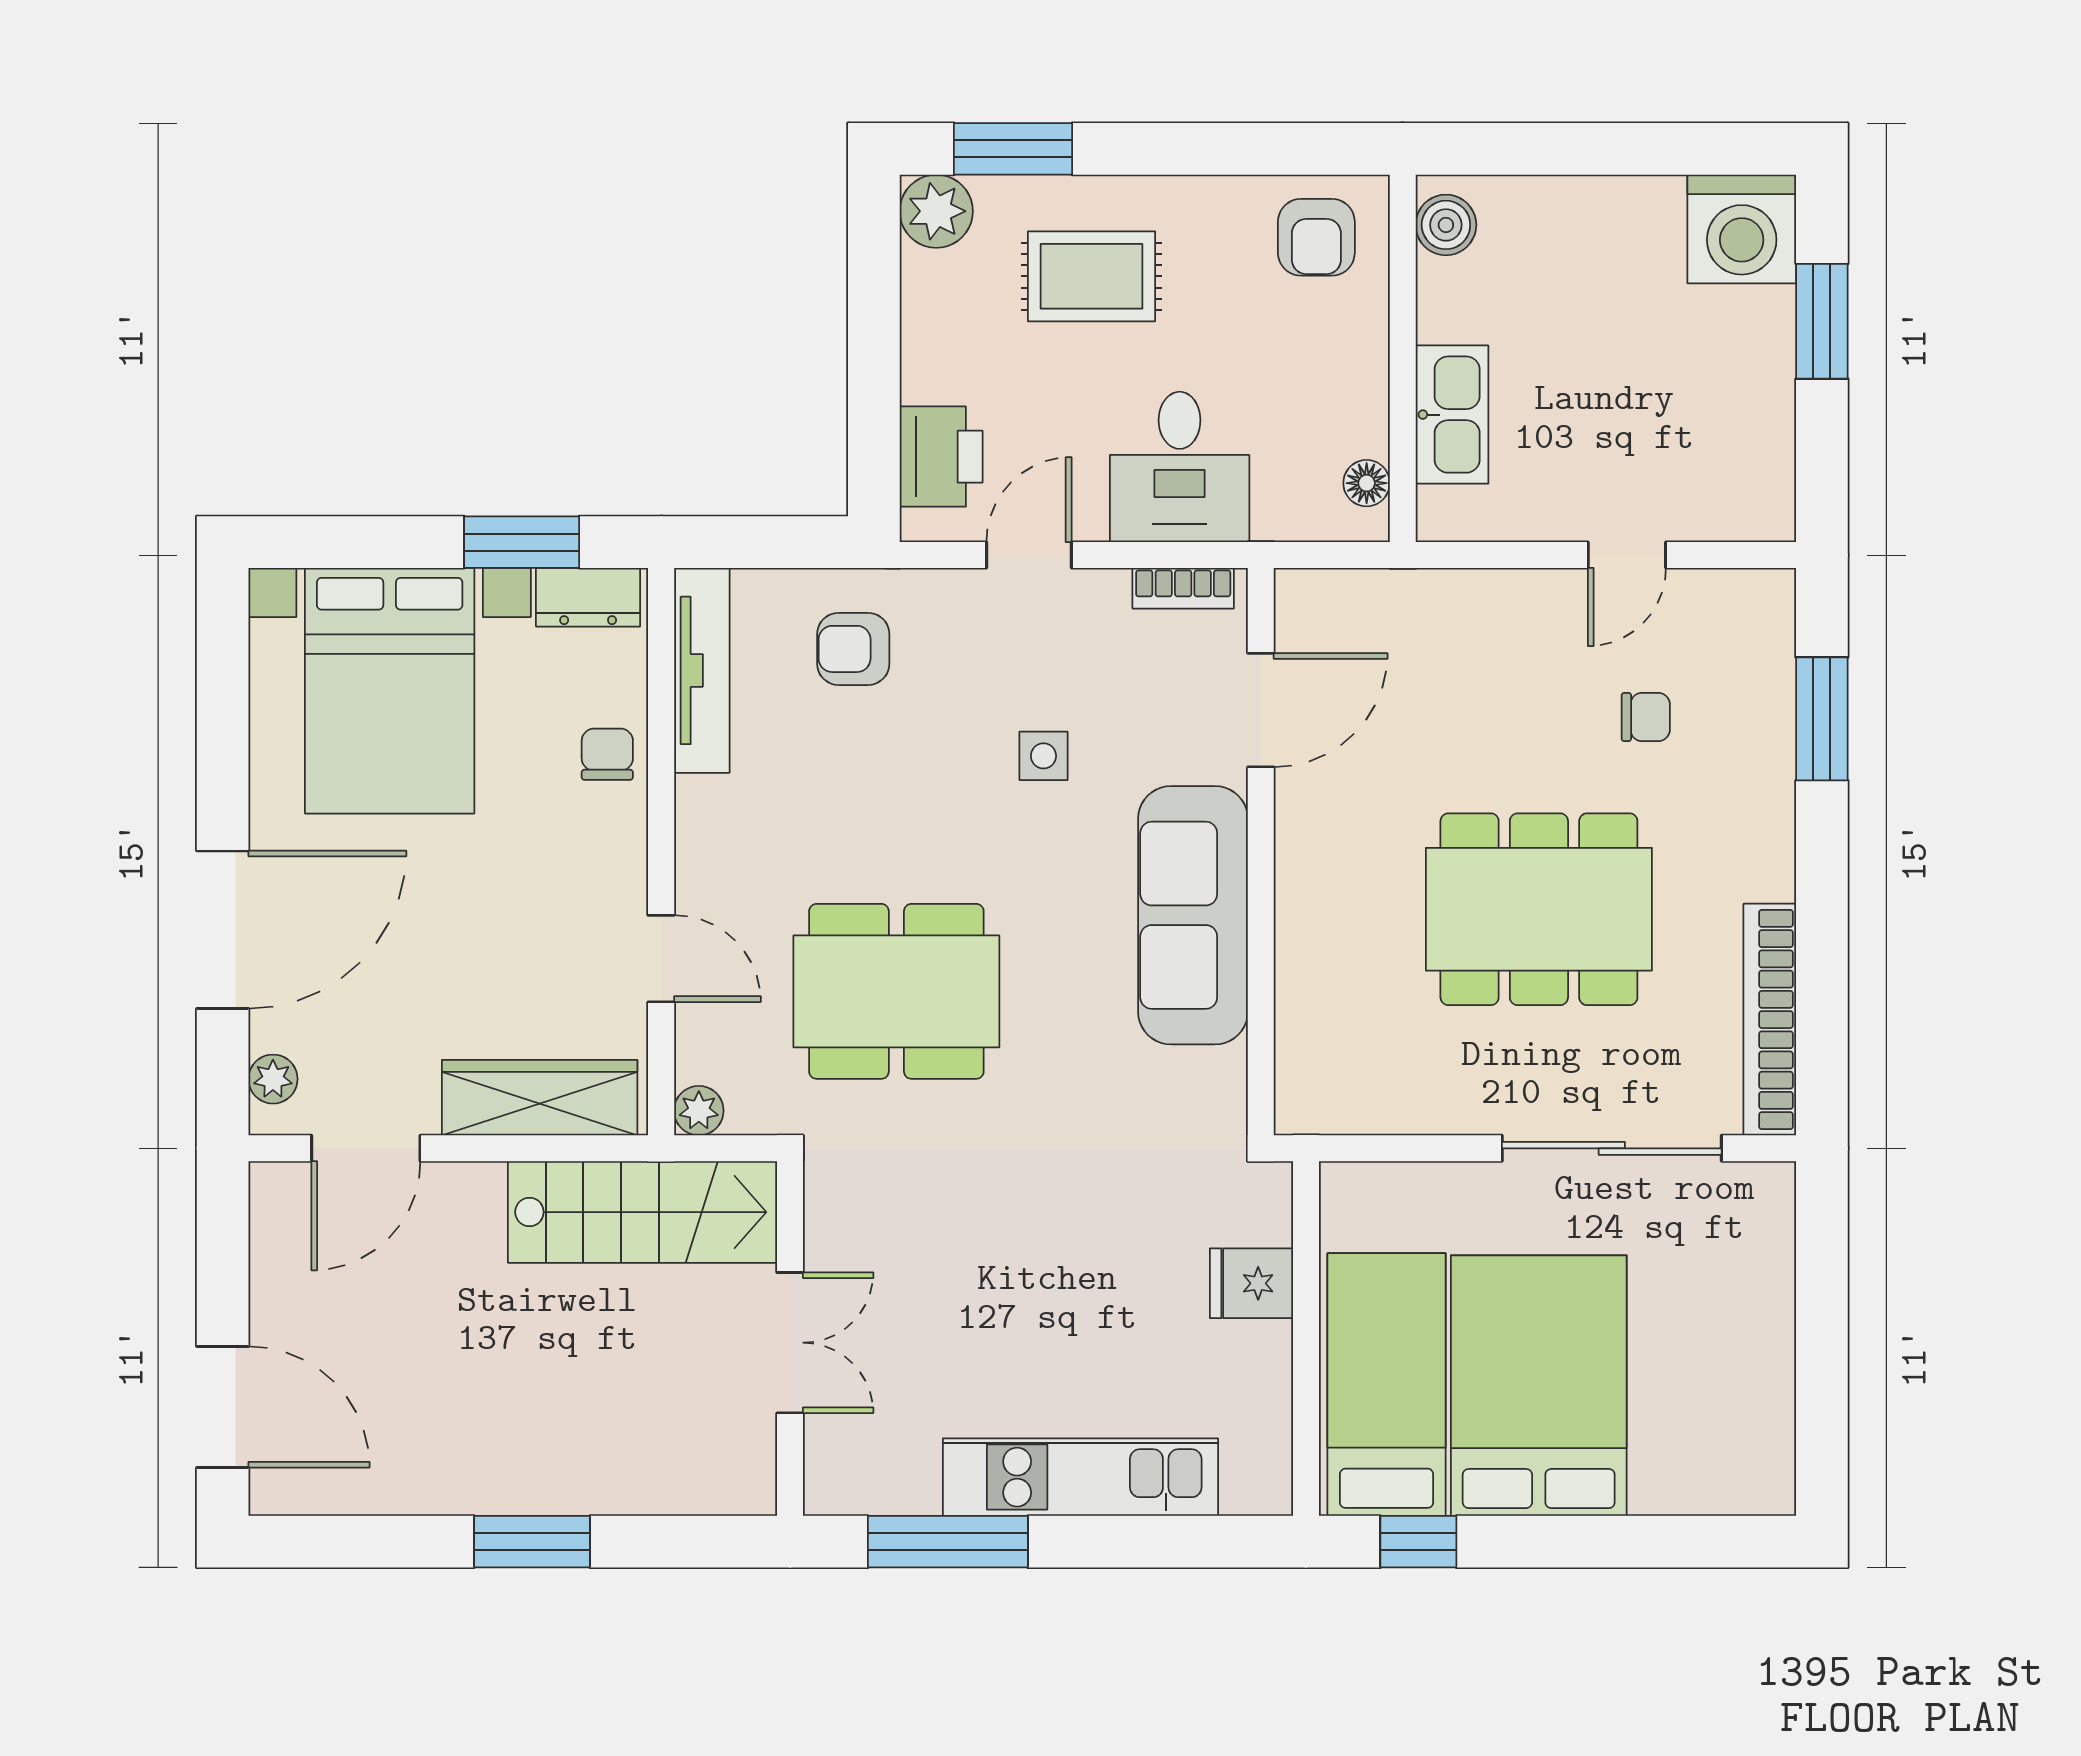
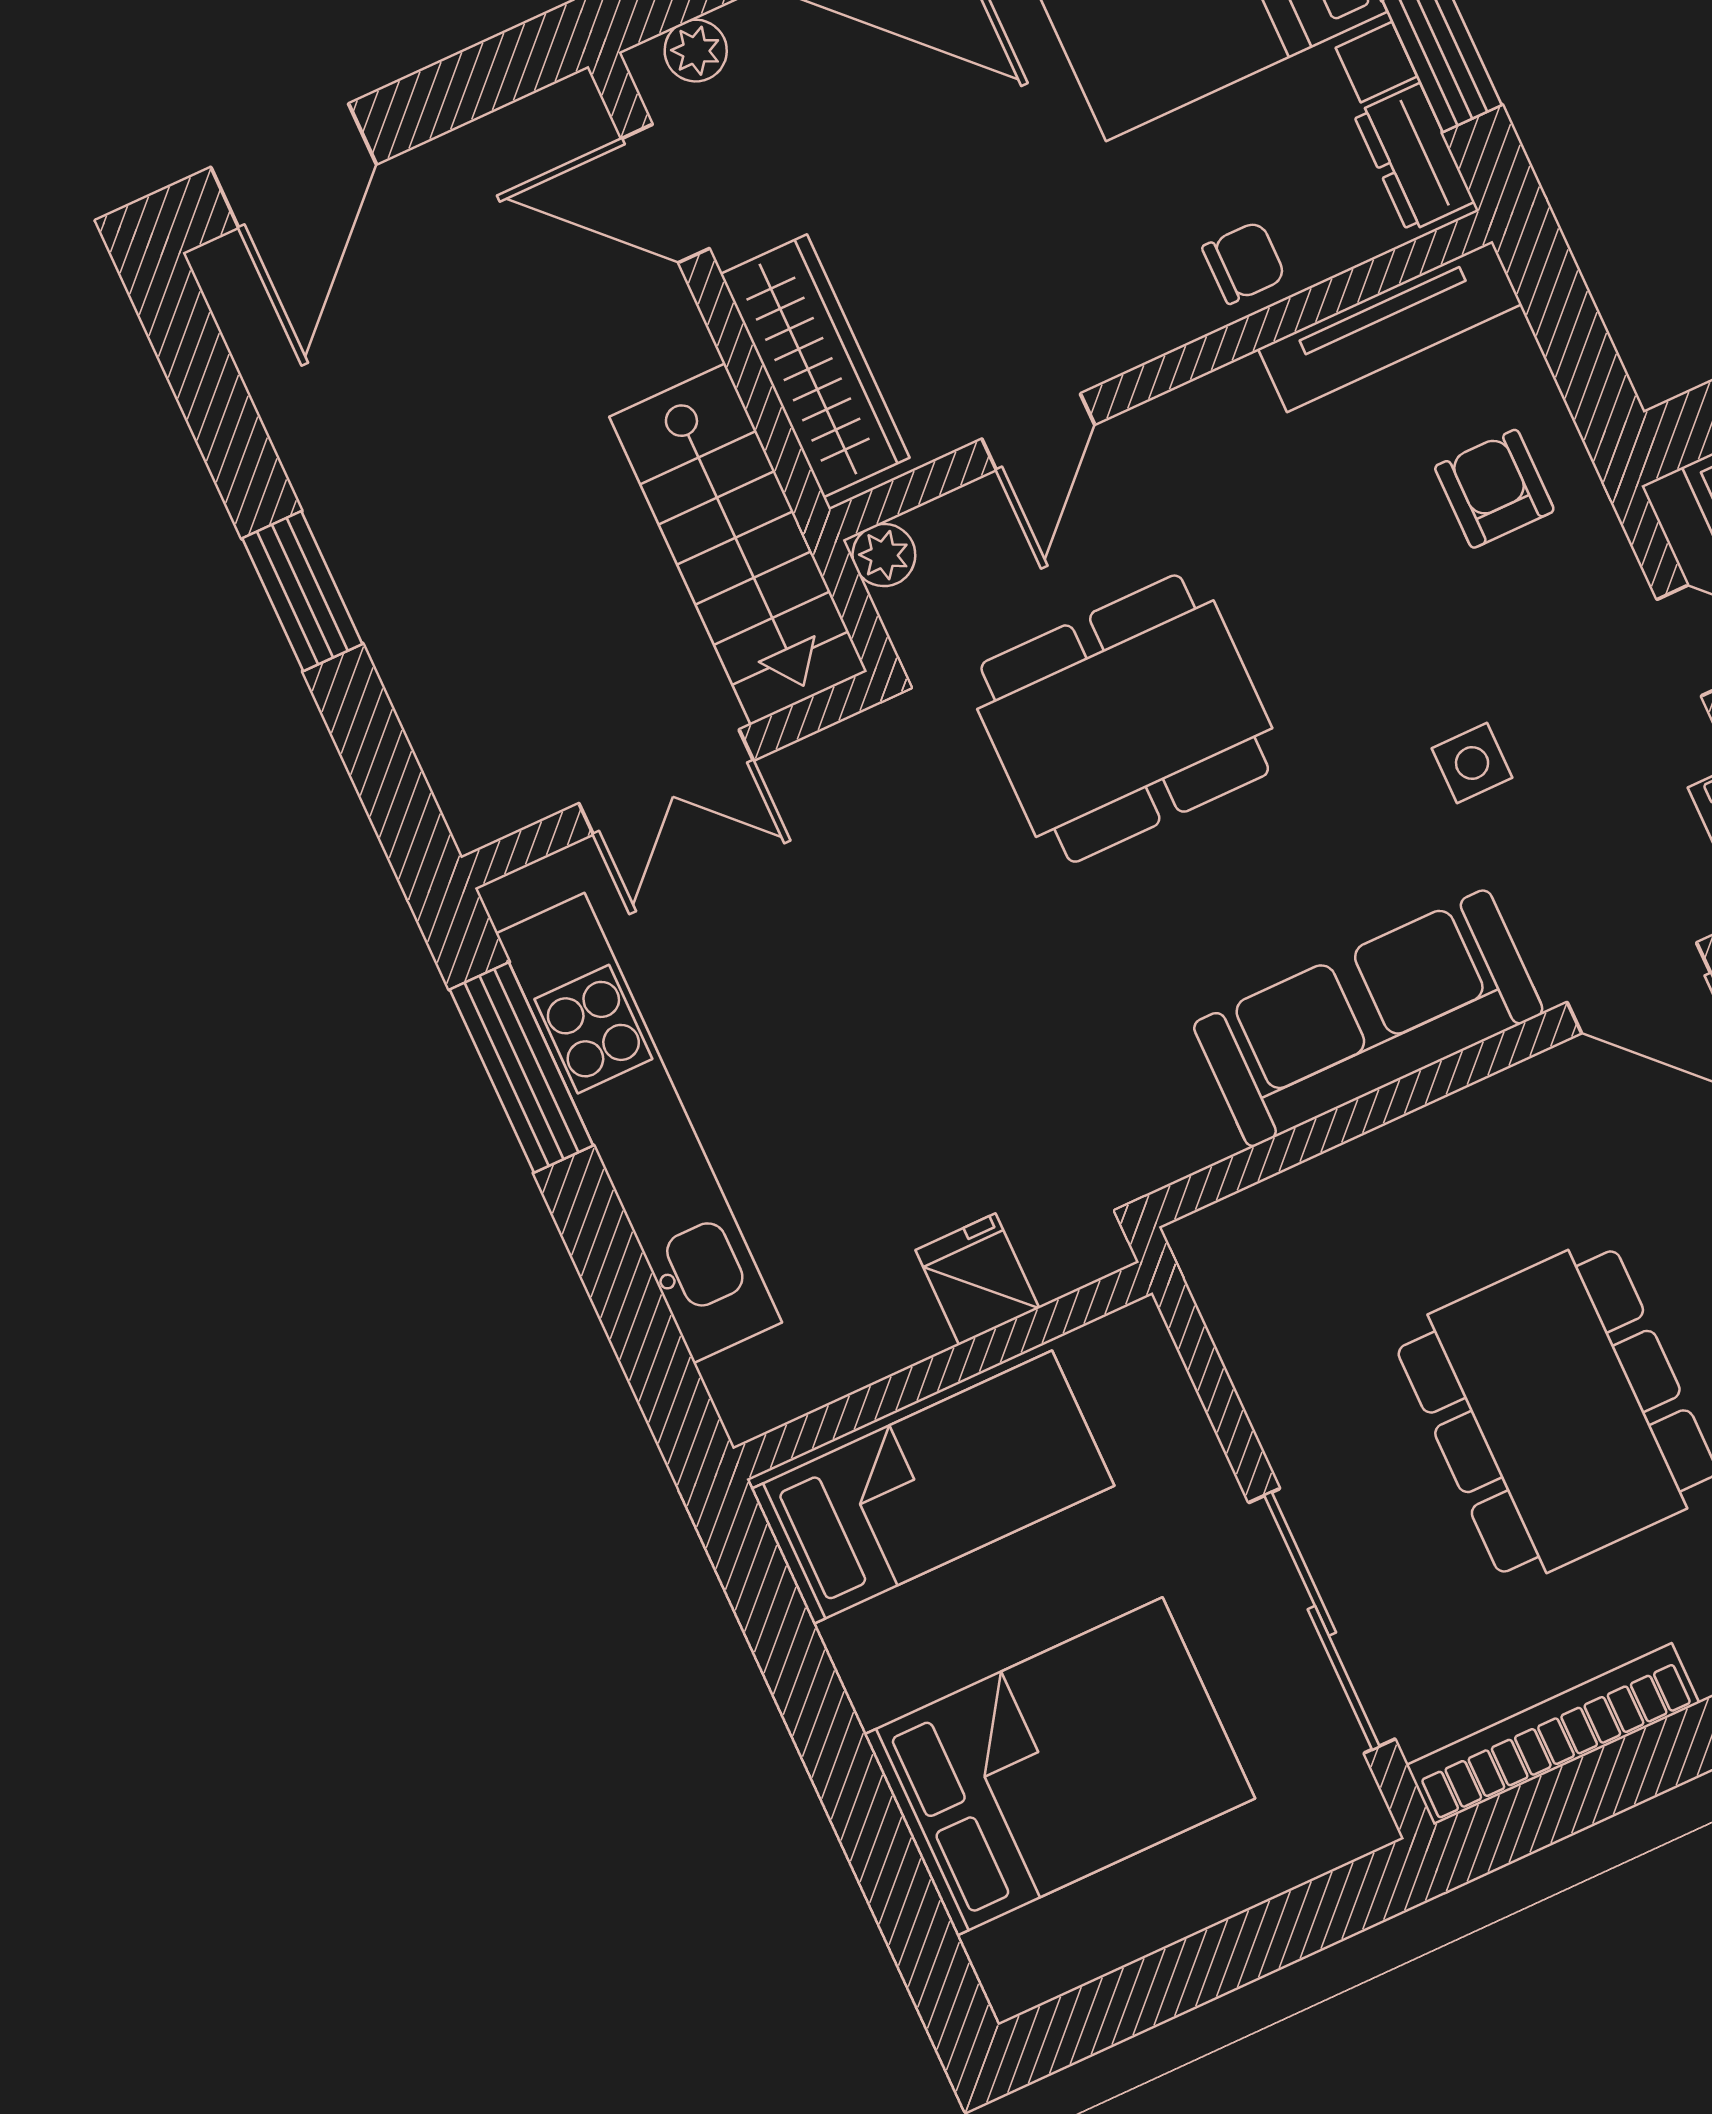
dining table: (896, 991) -> (1125, 719), turned 90
bed: (1539, 1386) -> (1060, 1767), moved
kitchen unit: (1080, 1477) -> (639, 1128), width x1.36
window: (1418, 1542) -> (769, 1607), removed

